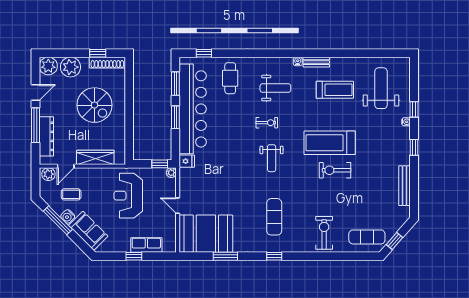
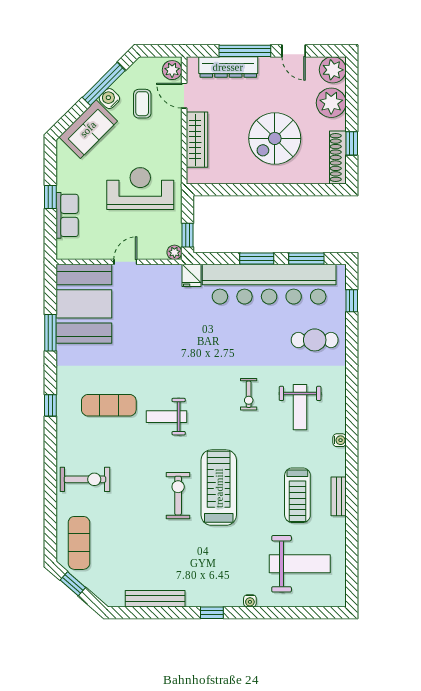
bench: (316, 62) -> (339, 496), moved
window: (414, 109) -> (268, 613), removed
weight bench: (272, 158) -> (166, 417), moved

